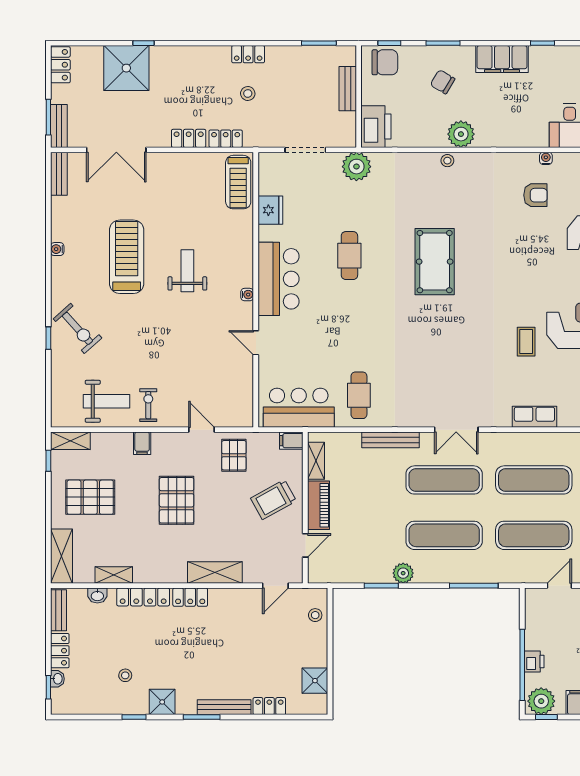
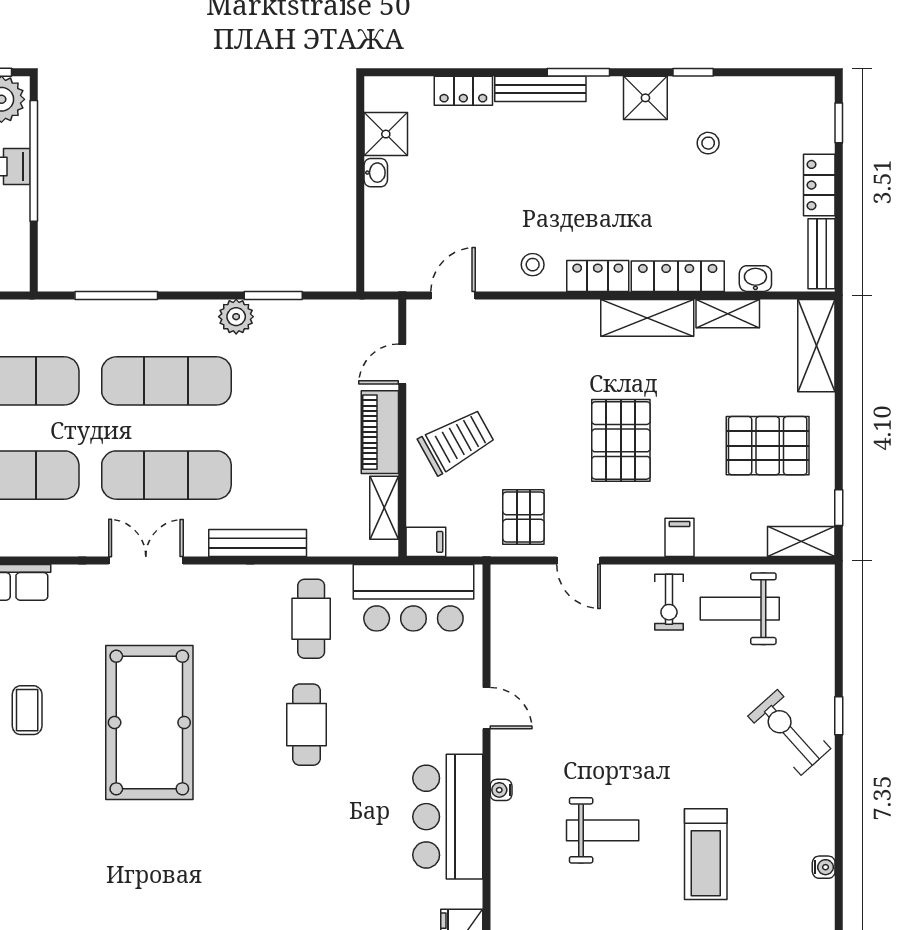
cafe table: (349, 256) -> (306, 725), moved
treadmill: (127, 257) -> (706, 854), width x0.73, depth x0.73
pool table: (435, 262) -> (149, 723), moved, width x1.36, depth x1.32
weight bench: (187, 271) -> (603, 830), turned -90
shelving: (215, 572) -> (647, 318), moved
stool: (315, 615) -> (533, 265), moved
washbasin: (57, 679) -> (376, 173), moved, turned 180

